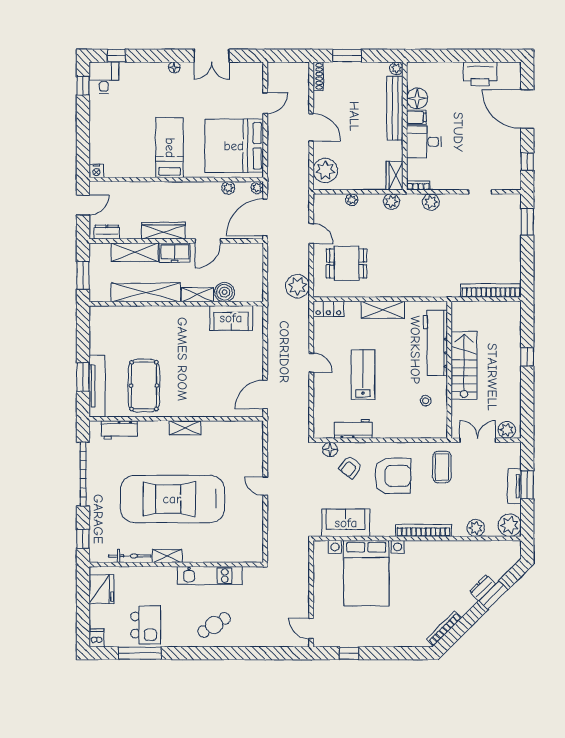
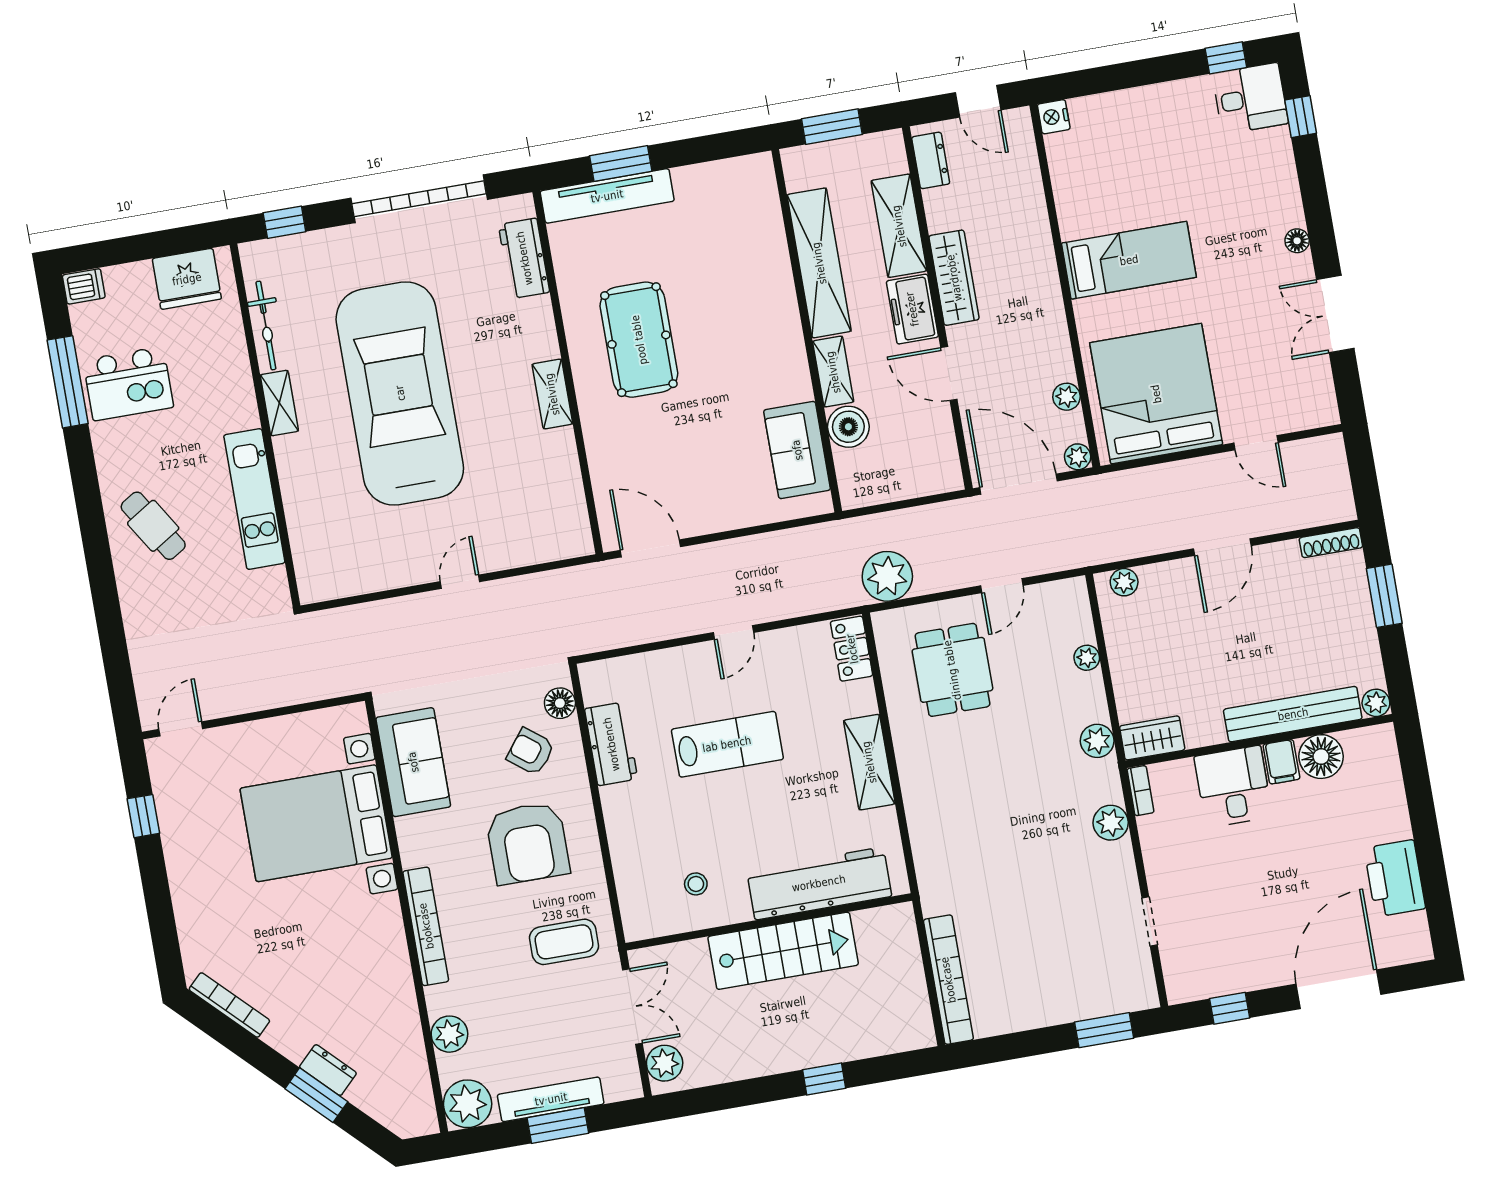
plant: (325, 170) -> (1124, 582), width x0.53, depth x0.53
pool table: (144, 386) -> (639, 340), moved, turned 90
tv unit: (514, 486) -> (551, 1099), width x1.41

